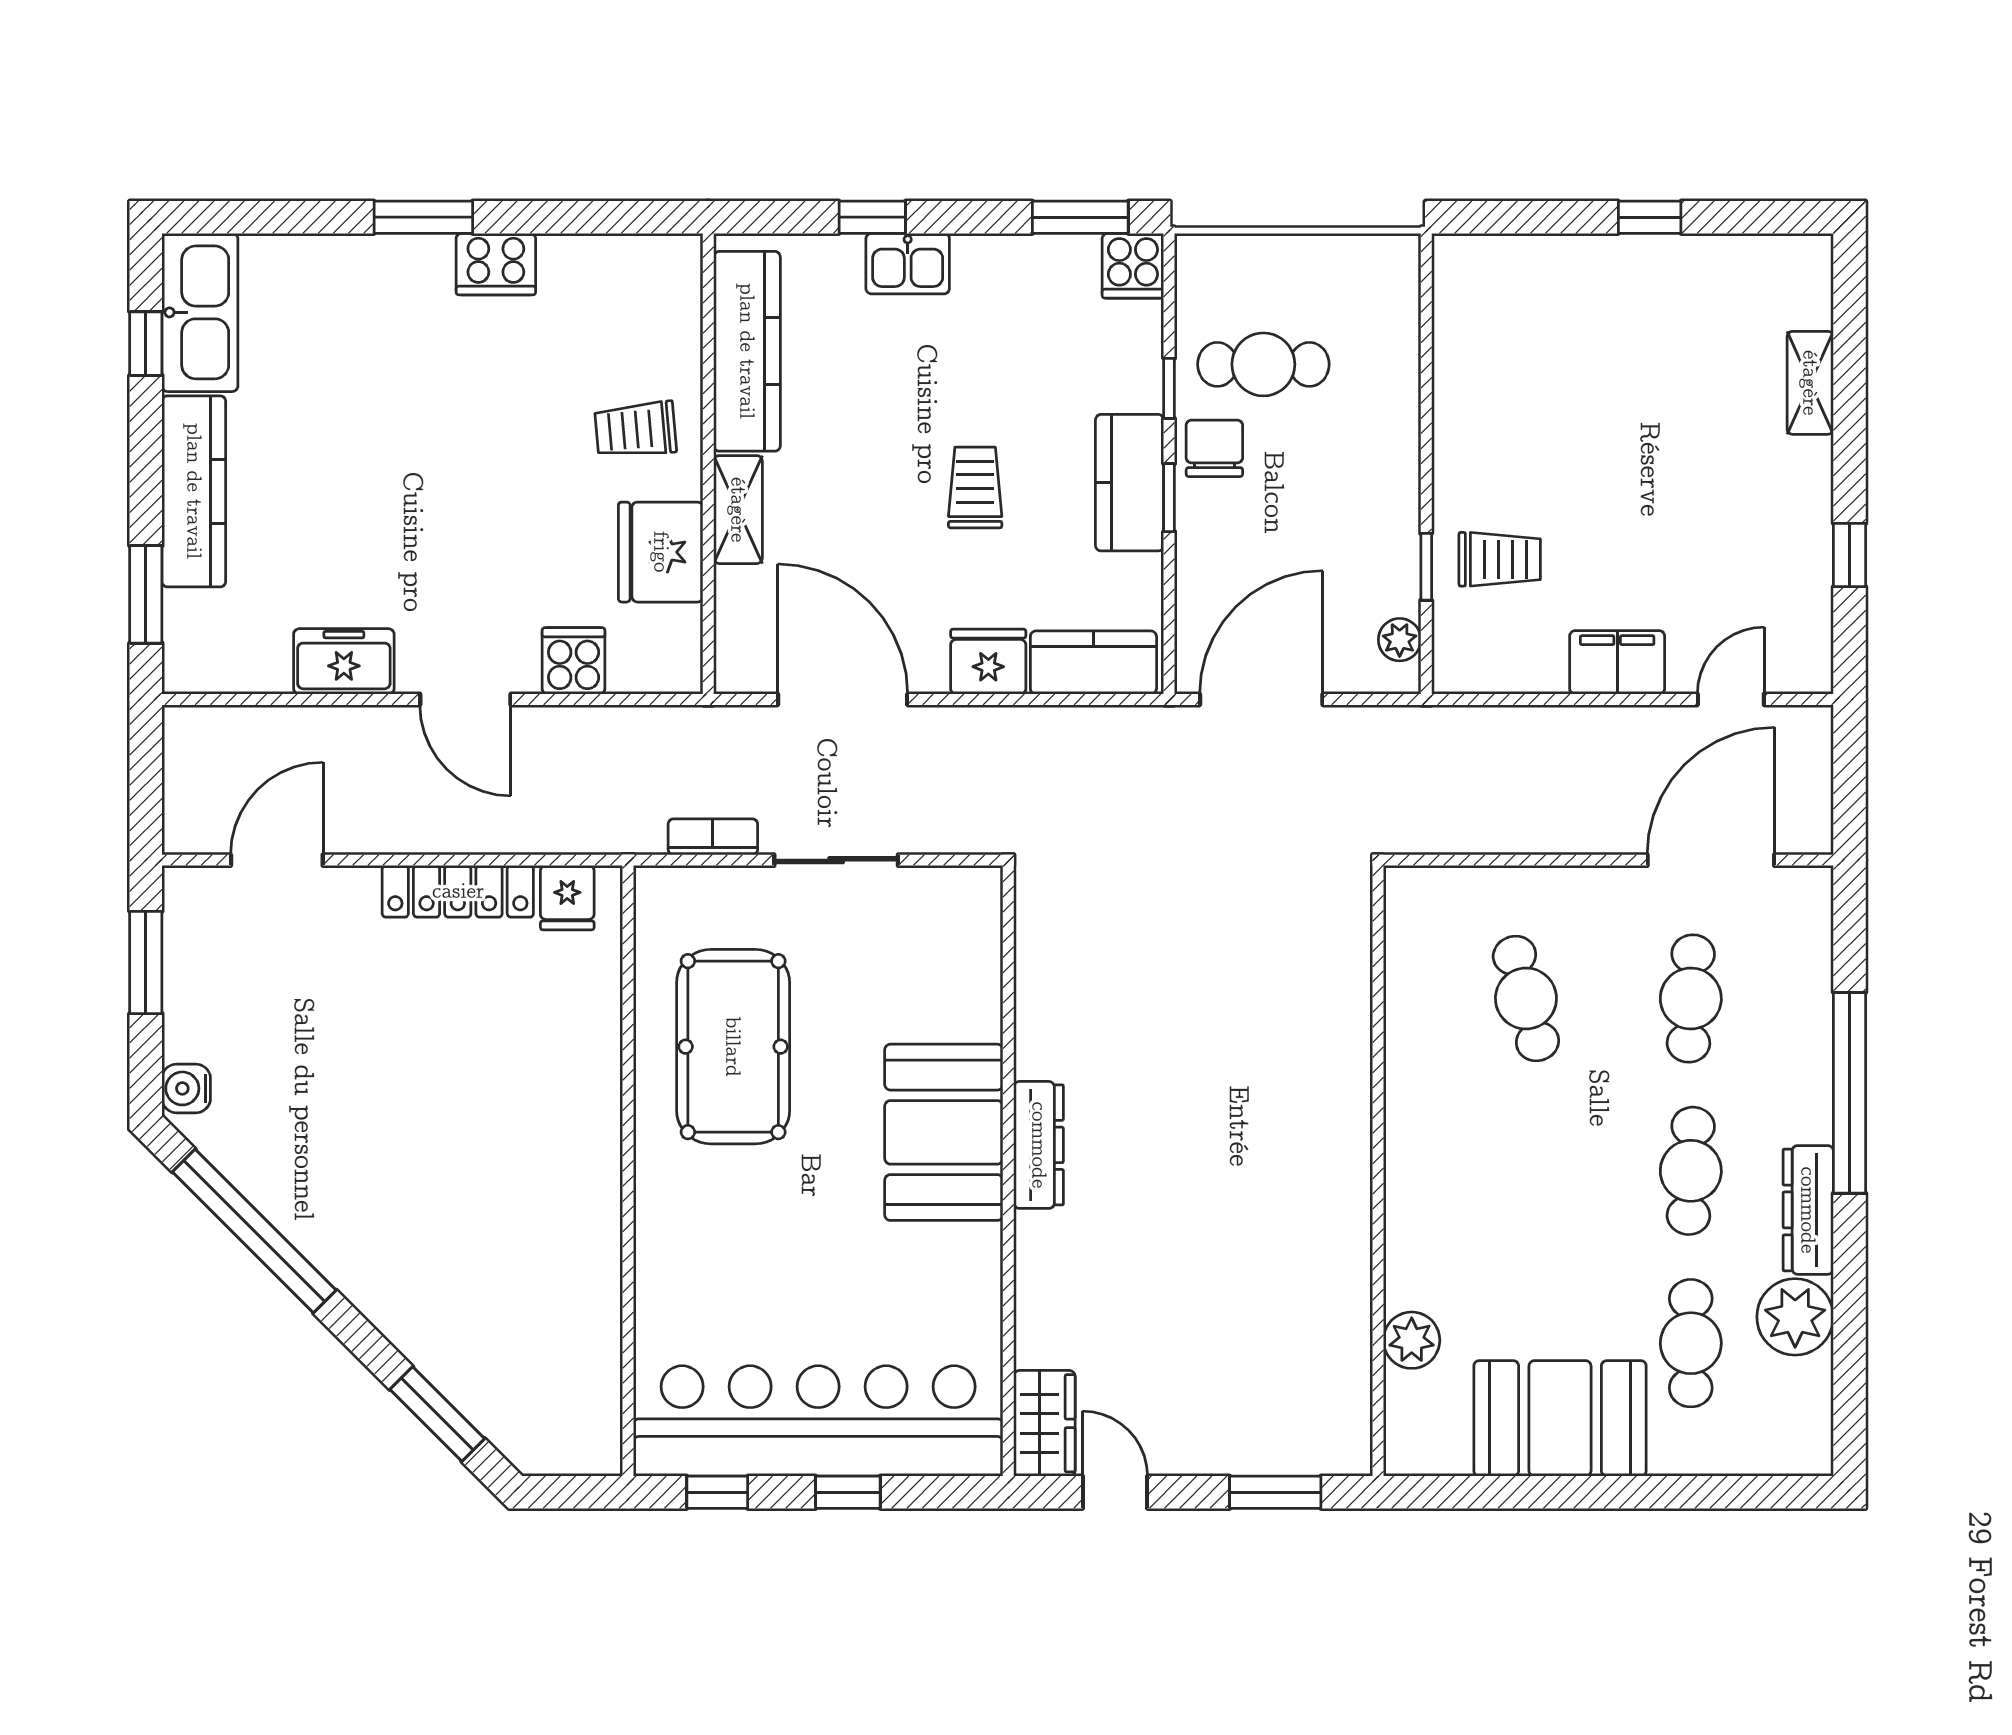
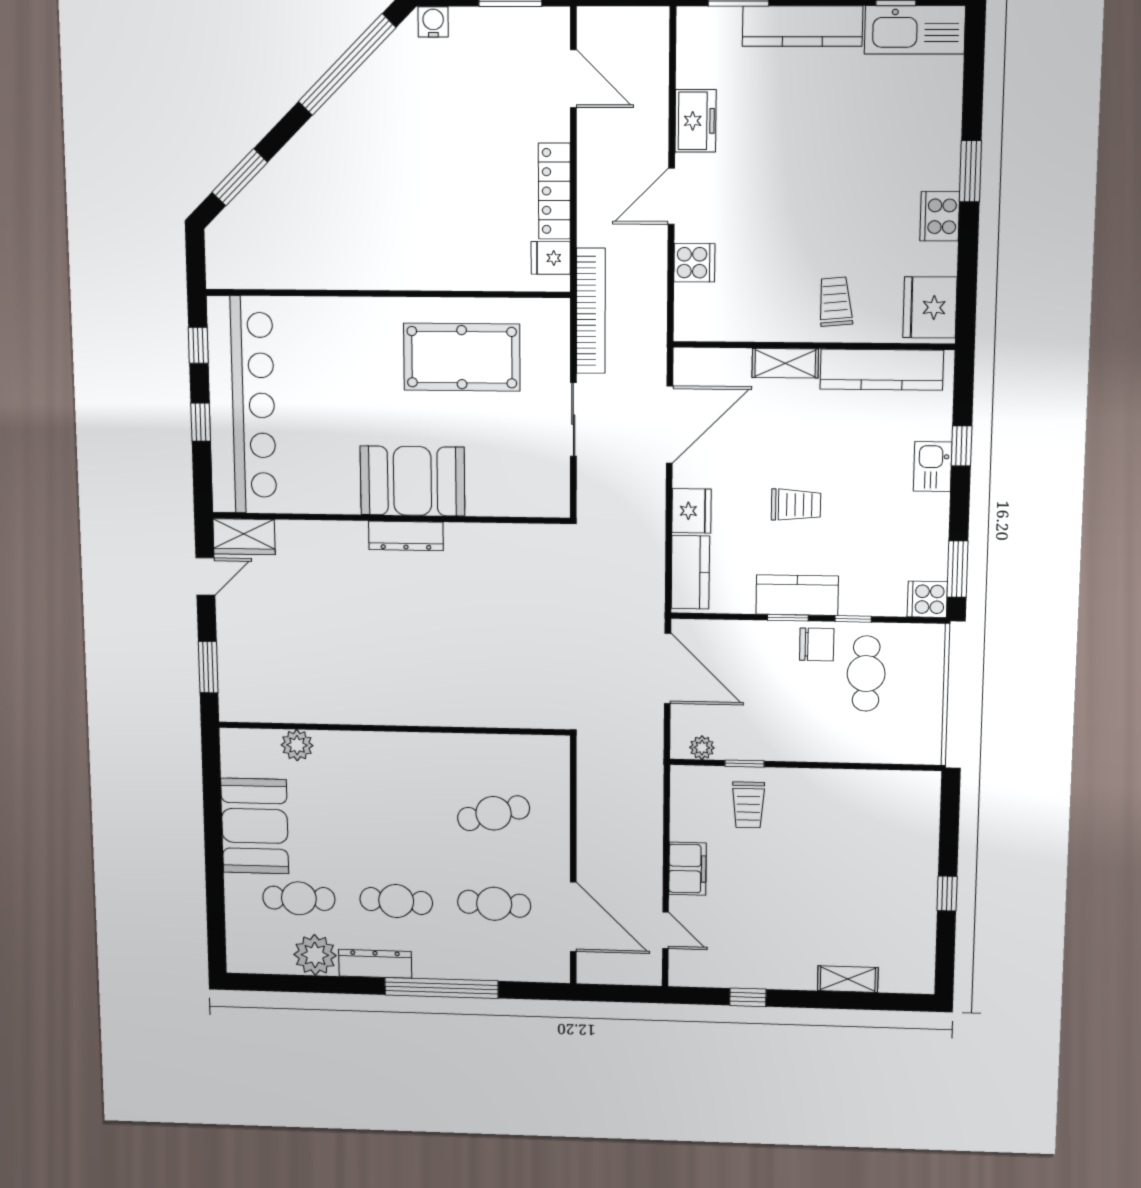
fridge: (661, 552) -> (930, 307), moved, turned -90
bookcase: (713, 837) -> (591, 311), width x2.31, depth x1.31

